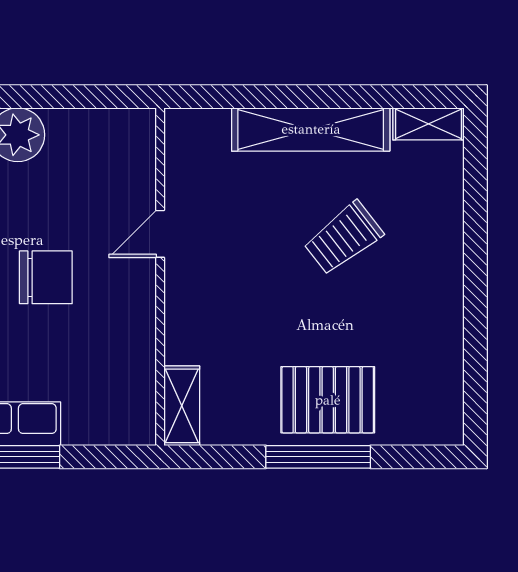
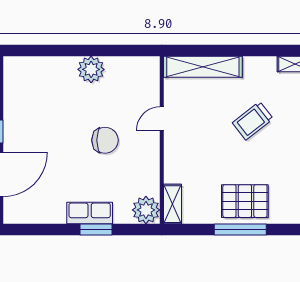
shelving: (311, 129) -> (203, 67), moved
plant: (128, 418) -> (146, 210), added

